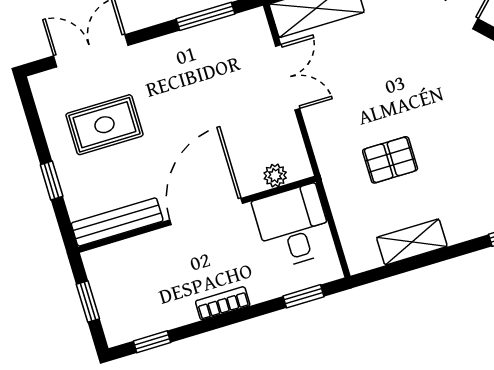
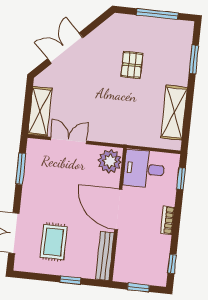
pallet: (390, 160) -> (132, 65), moved
plant: (275, 175) -> (110, 161), width x1.87, depth x1.87
shelving: (412, 242) -> (174, 113), width x1.50, depth x1.33

